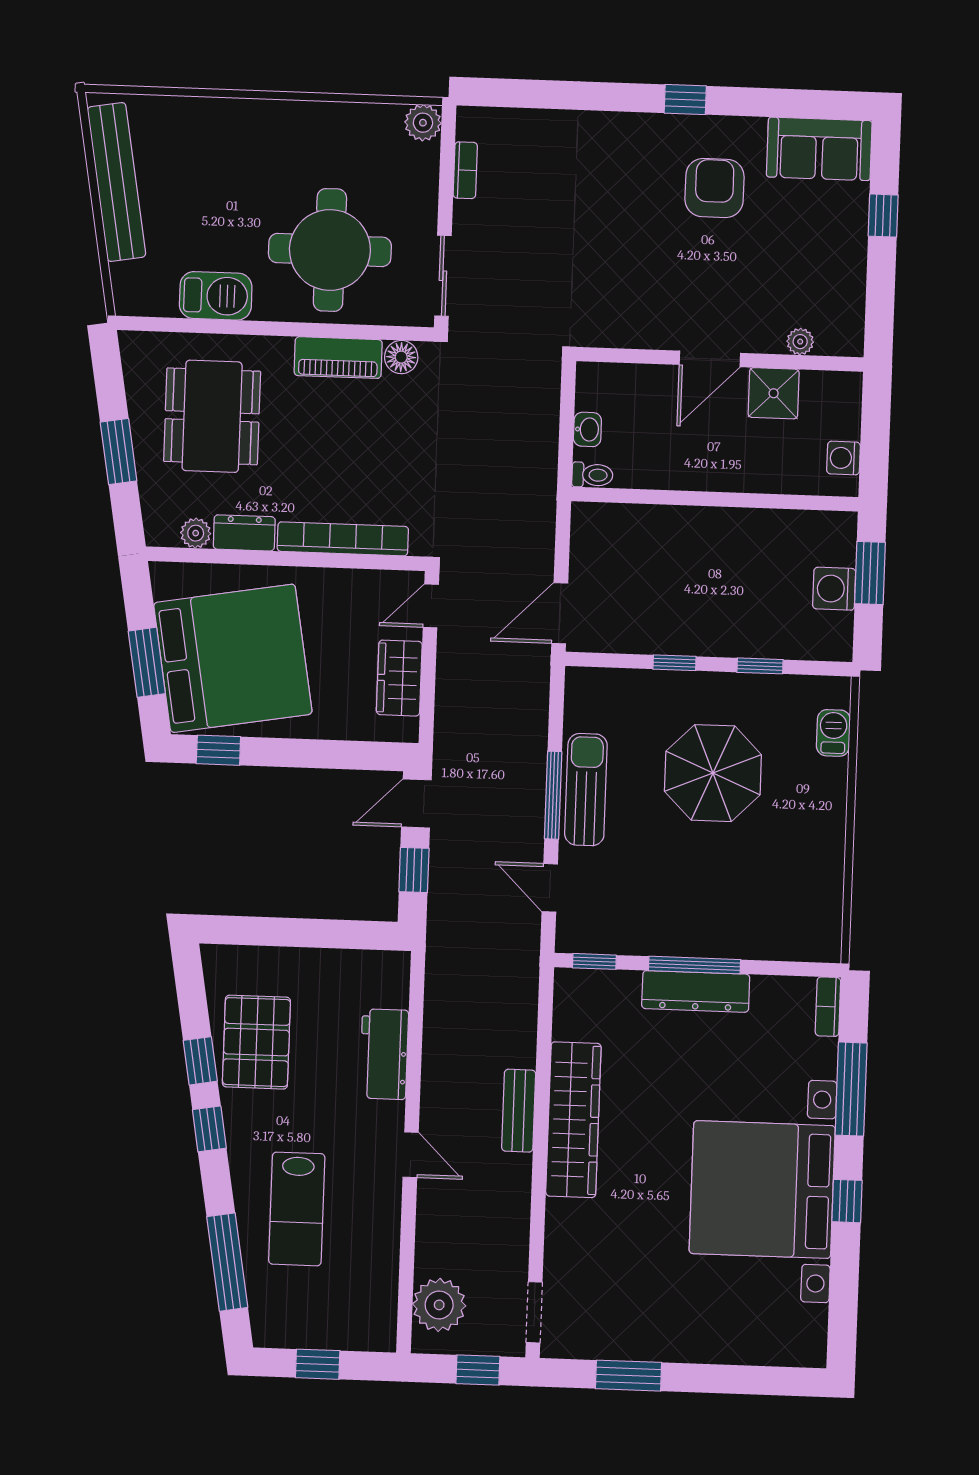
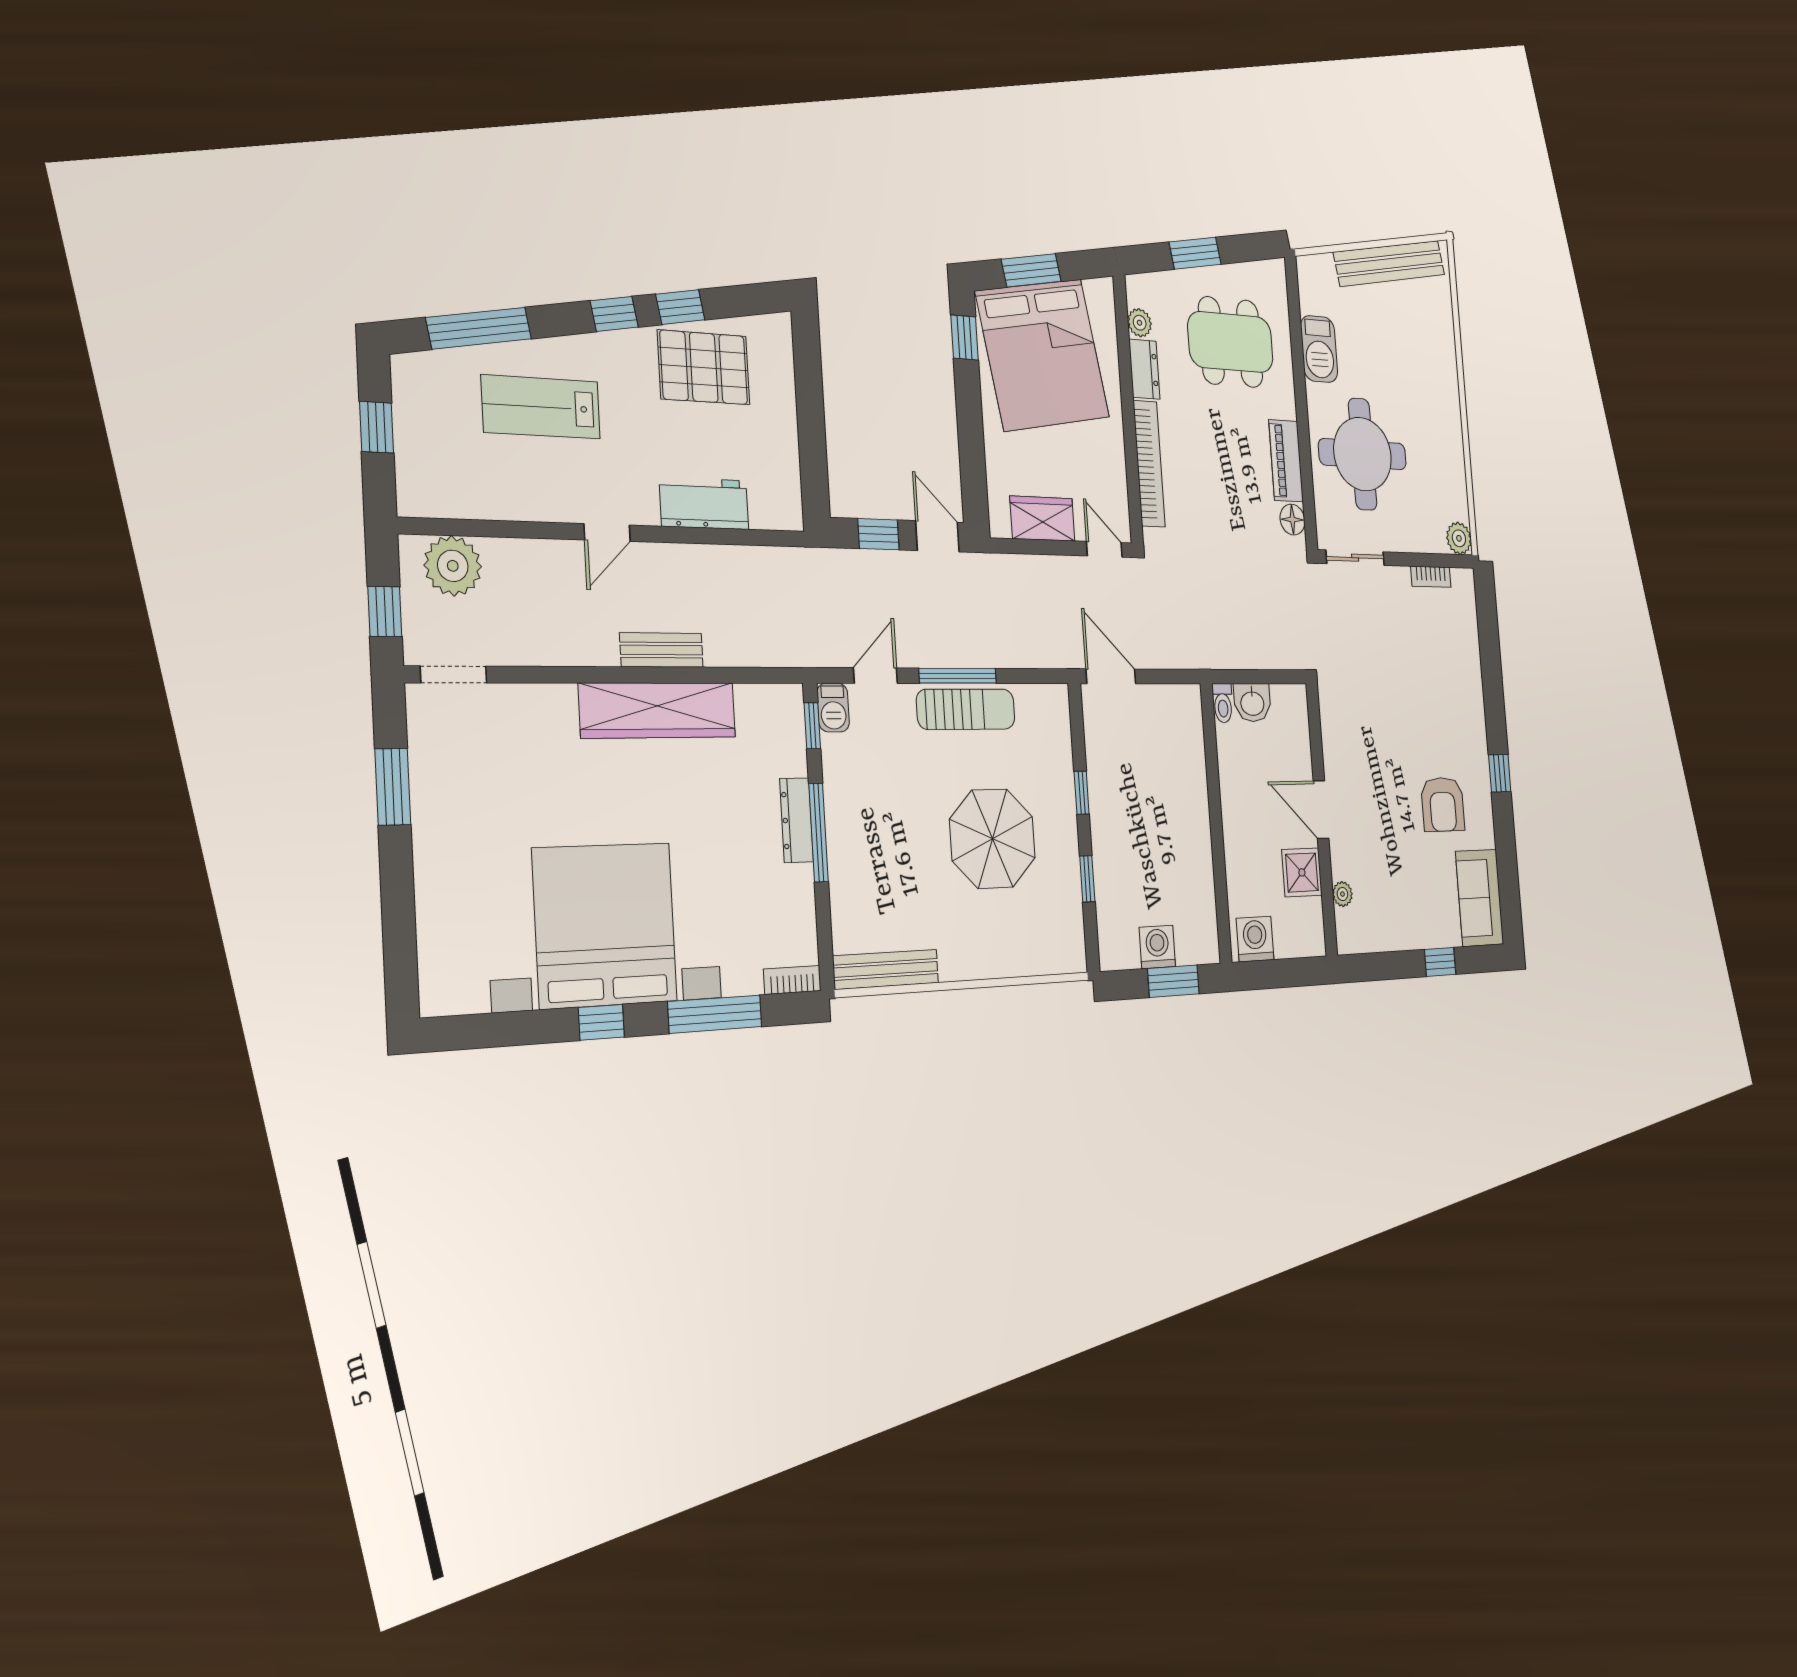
armchair: (714, 188) -> (1443, 804), turned 90
washbasin: (587, 429) -> (1252, 702), width x1.38, depth x1.45
washing machine: (843, 458) -> (1255, 939), width x1.38, depth x1.38
barbecue: (833, 733) -> (833, 707), moved, turned 90
bench: (828, 906) -> (886, 969), added
dresser: (696, 991) -> (797, 820), width x0.73, depth x0.80

